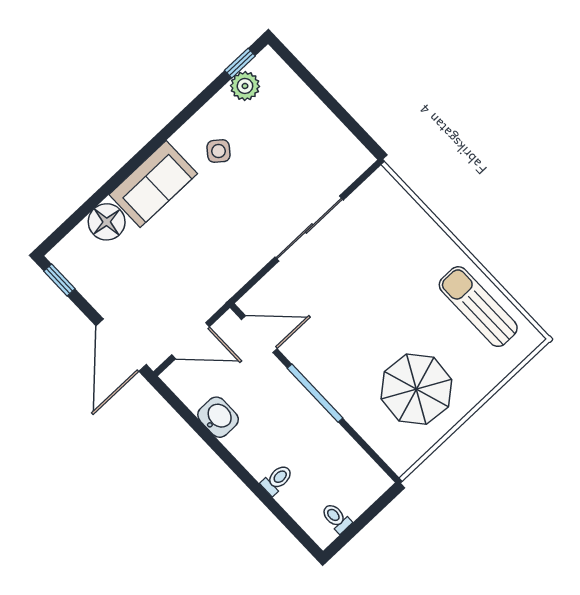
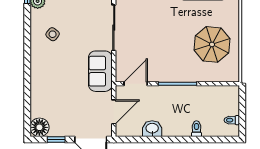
sofa: (153, 184) -> (100, 71), moved, turned 180
floor lamp: (107, 222) -> (39, 127), moved
window: (59, 280) -> (56, 140), moved

